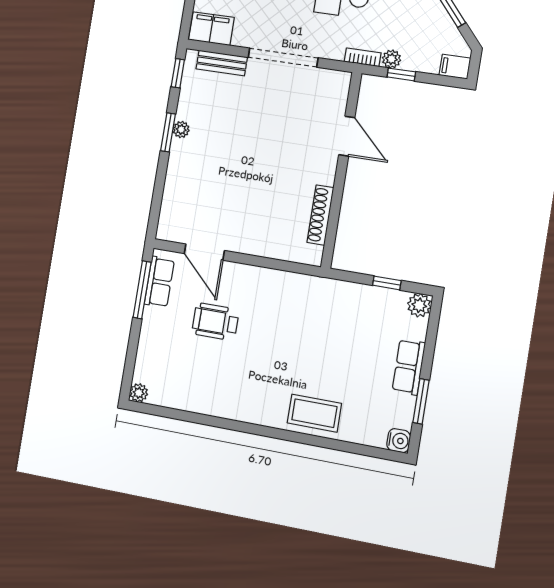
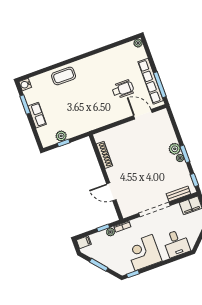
plant: (181, 153) -> (175, 149), added
row of seats: (159, 282) -> (151, 81), width x2.02
plant: (419, 305) -> (61, 136), moved

